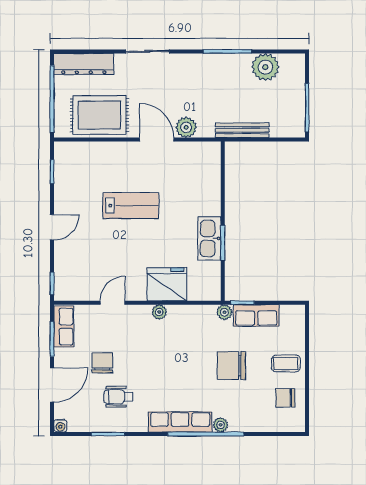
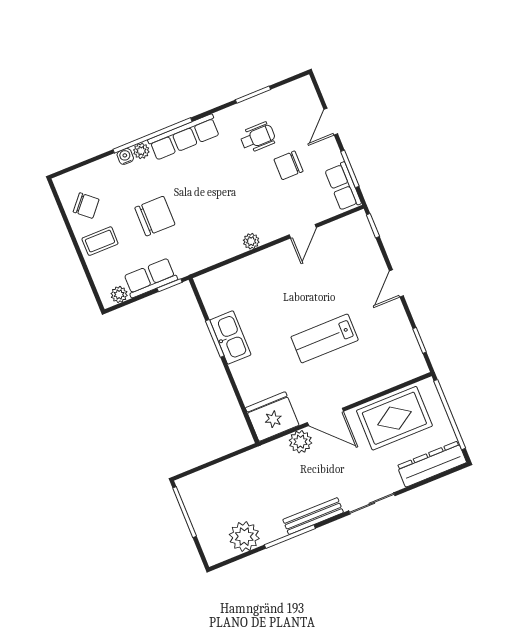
bench: (242, 130) -> (313, 516), moved
fridge: (167, 284) -> (272, 416), moved, turned 180
plant: (224, 312) -> (119, 295), moved
chair: (102, 363) -> (288, 165), turned 90
door: (52, 385) -> (331, 122), width x0.73
chair: (285, 398) -> (86, 206), turned 41
water cooler: (60, 426) -> (125, 156), moved

